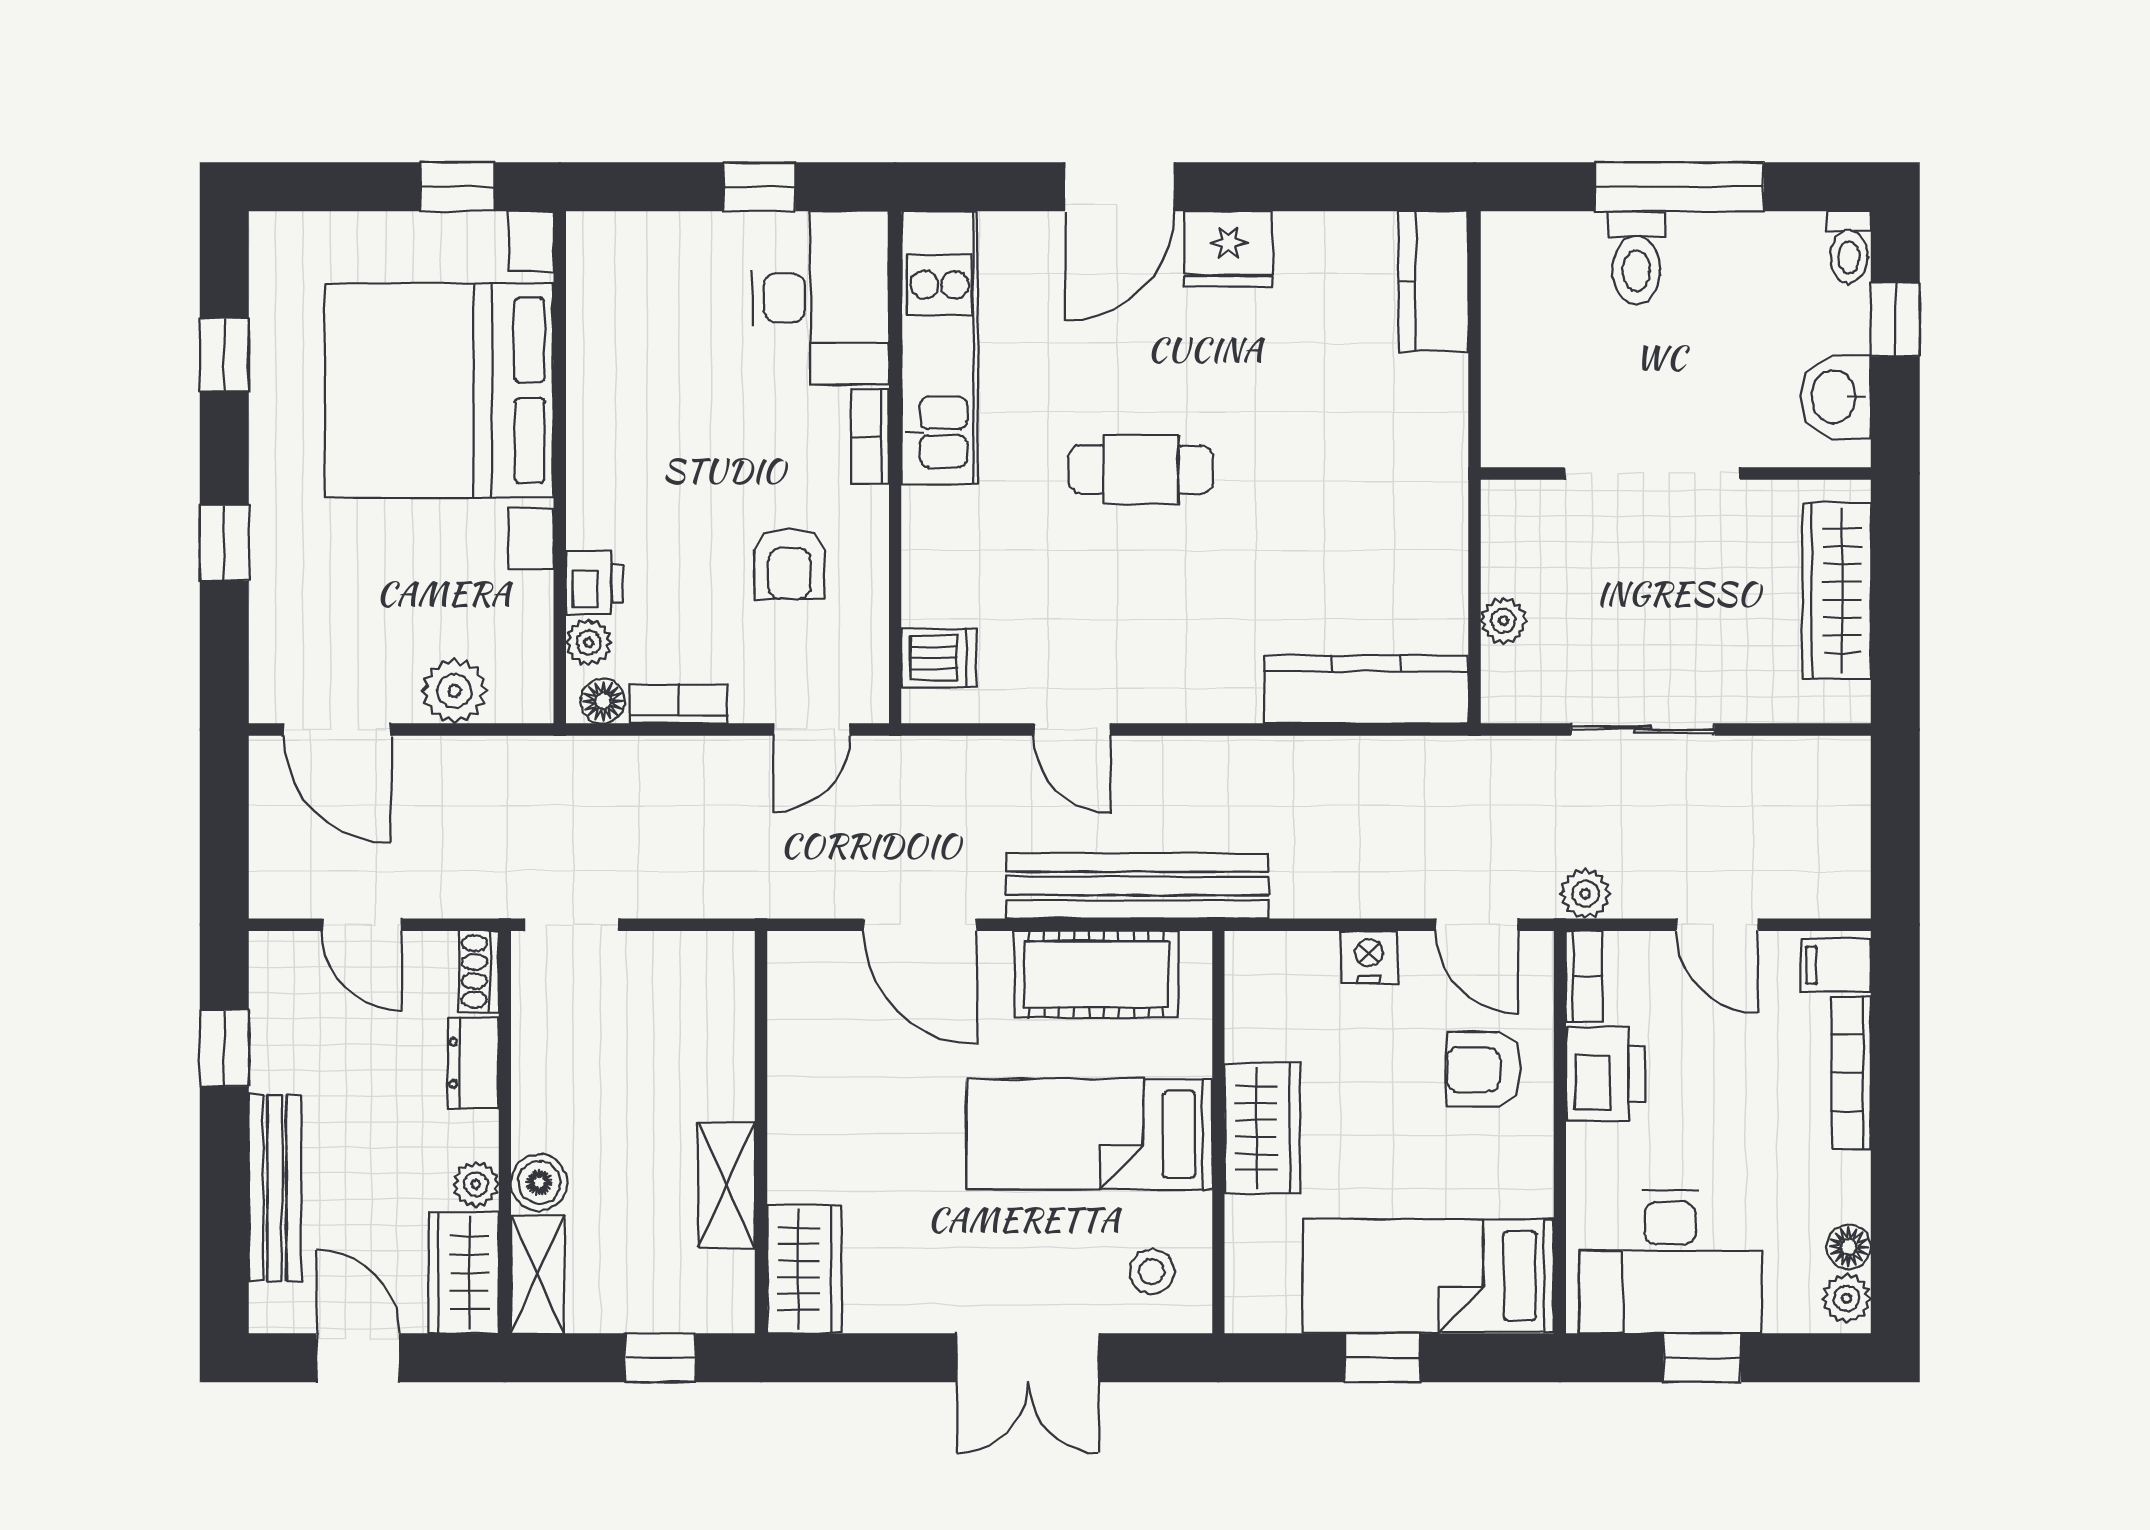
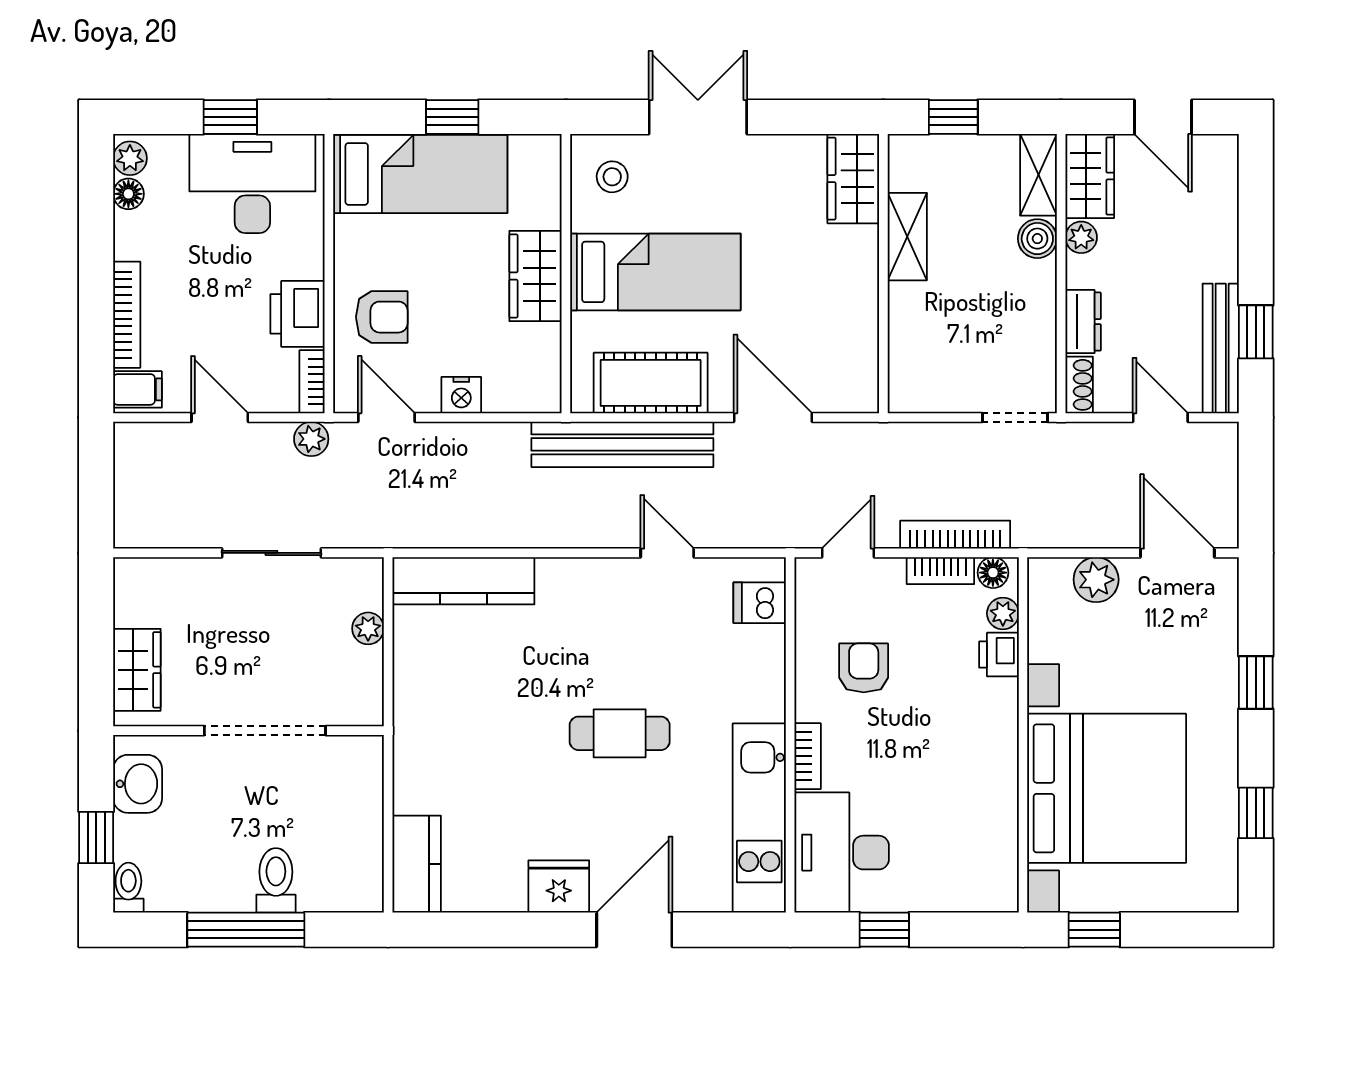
wardrobe: (1837, 591) -> (137, 670), width x0.67
bookcase: (657, 756) -> (955, 535), added
bench: (275, 1188) -> (1221, 348), moved

